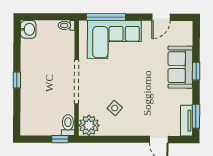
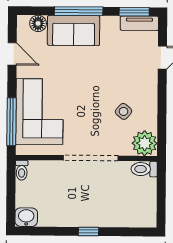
floor lamp: (186, 38) -> (38, 23), added
window: (196, 71) -> (79, 11), width x2.17
window: (60, 139) -> (161, 179), removed

